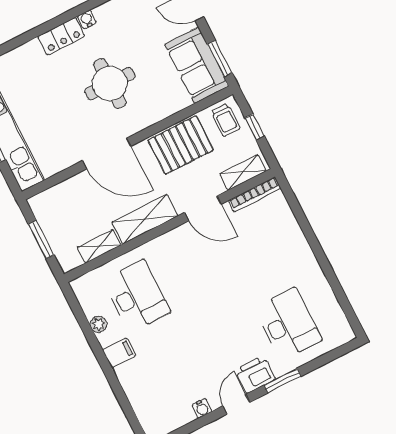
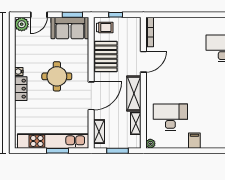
shelving: (243, 172) -> (99, 132), moved
plant: (98, 324) -> (150, 144), moved

